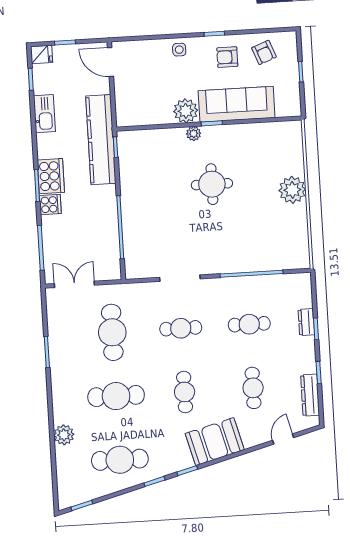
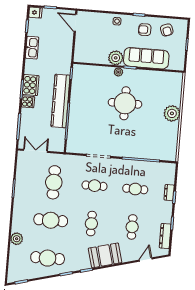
kitchen counter: (101, 140) -> (60, 101), moved
round table: (212, 184) -> (125, 103), width x1.36, depth x1.36

